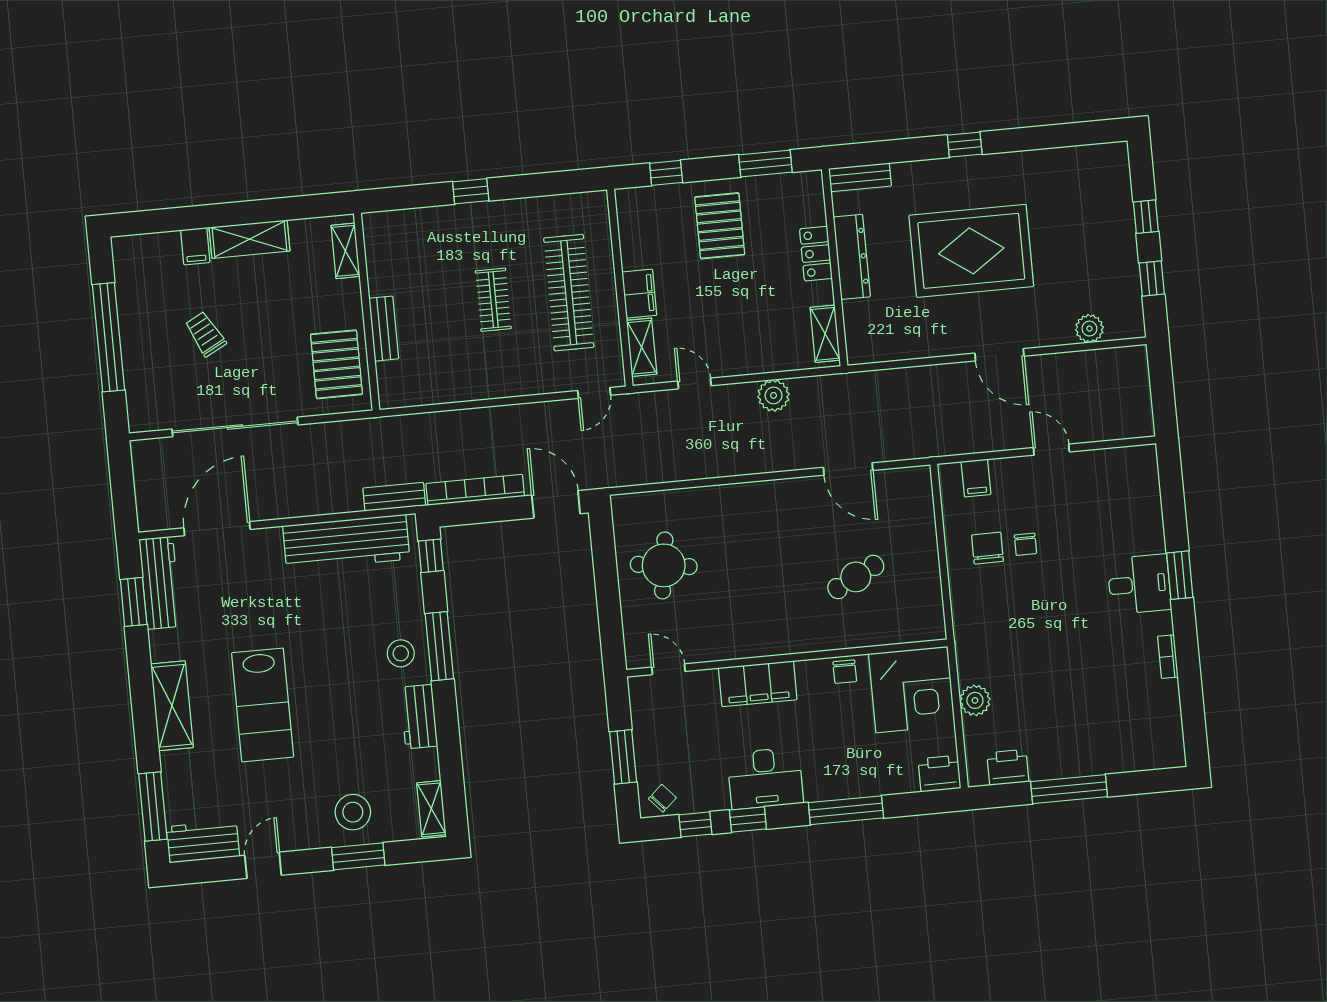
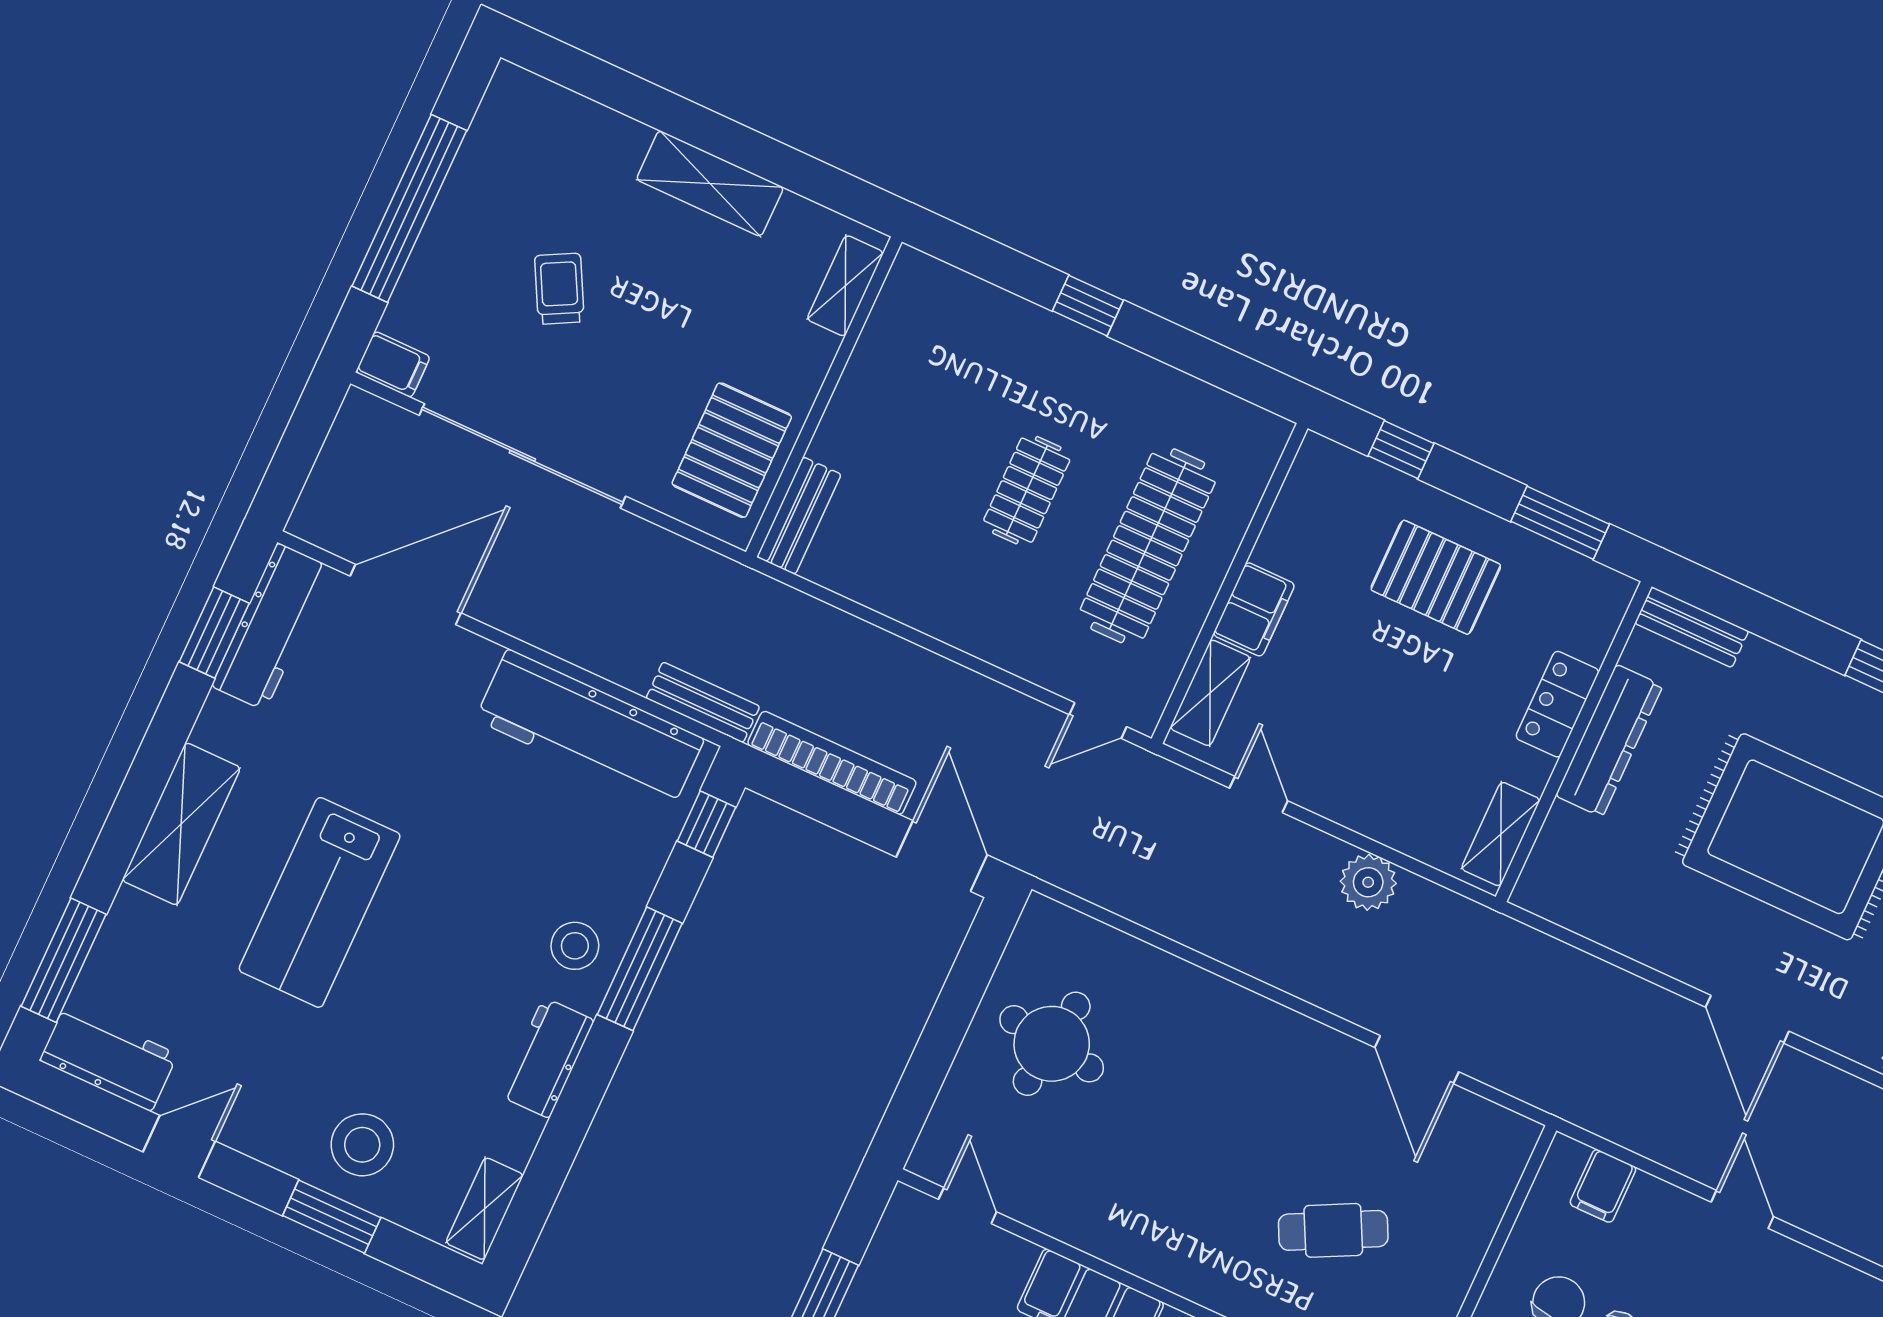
pallet: (720, 226) -> (1436, 577), turned 90
filing cabinet: (195, 246) -> (393, 364), moved, turned -90
bench: (384, 329) -> (799, 516), moved

